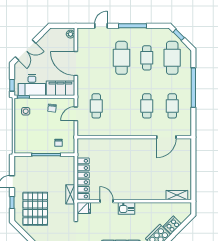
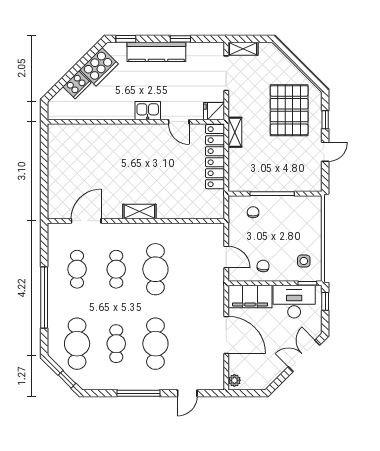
cafe table: (96, 106) -> (155, 269), moved, width x1.37, depth x1.35
door: (76, 114) -> (226, 257), hinge flipped
shelving: (177, 195) -> (139, 211), moved

